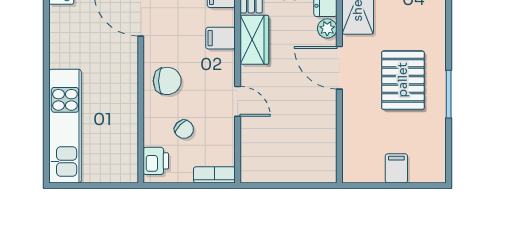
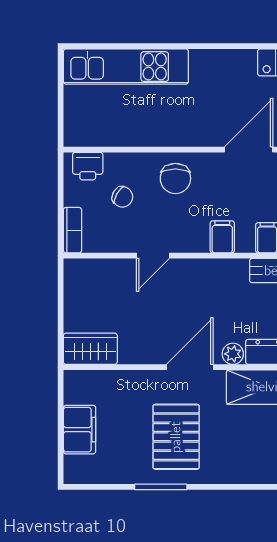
wardrobe: (254, 40) -> (90, 349), moved, turned 180
pallet: (403, 80) -> (176, 437), turned 90
chair: (184, 129) -> (122, 197), turned -105
filing cabinet: (396, 168) -> (80, 430), width x2.00

